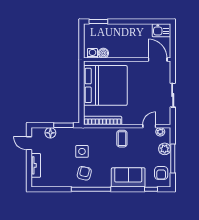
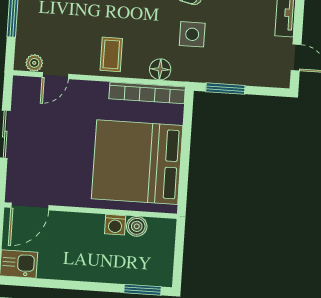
washing machine: (92, 53) -> (115, 225), moved
door: (158, 60) -> (30, 207), hinge flipped
floor lamp: (50, 133) -> (160, 69), moved
plant: (165, 149) -> (28, 28), removed

